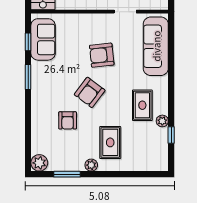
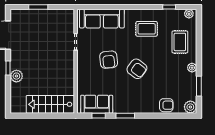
armchair: (68, 120) -> (166, 105), moved
plant: (162, 121) -> (189, 14), moved
rug: (110, 142) -> (180, 42), moved, turned 90

